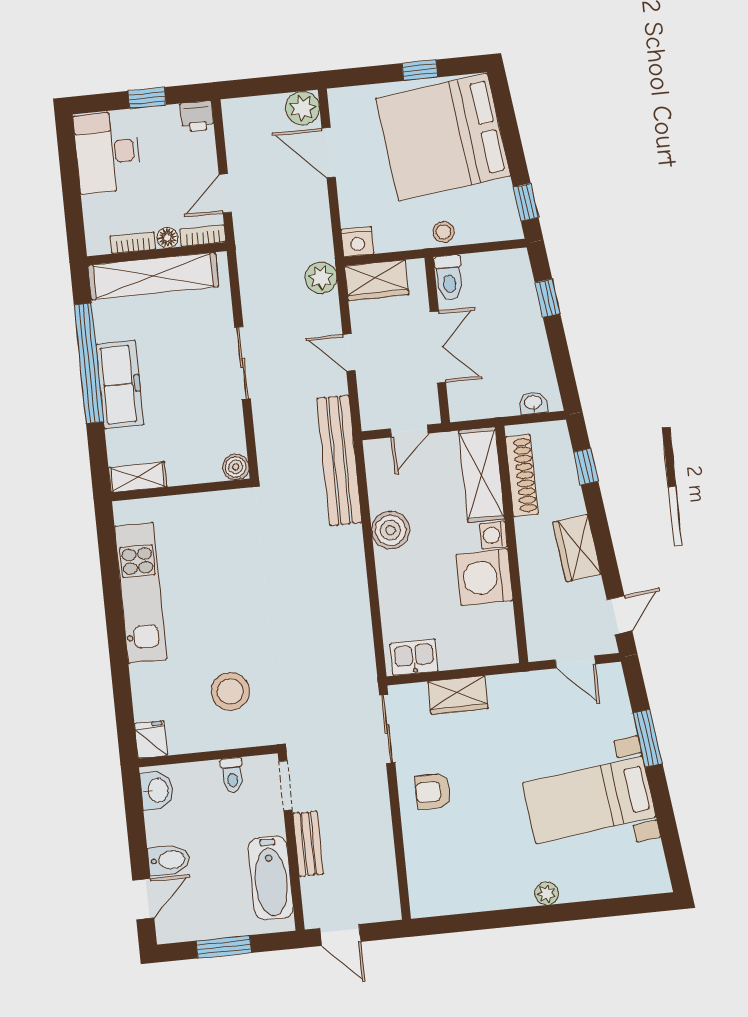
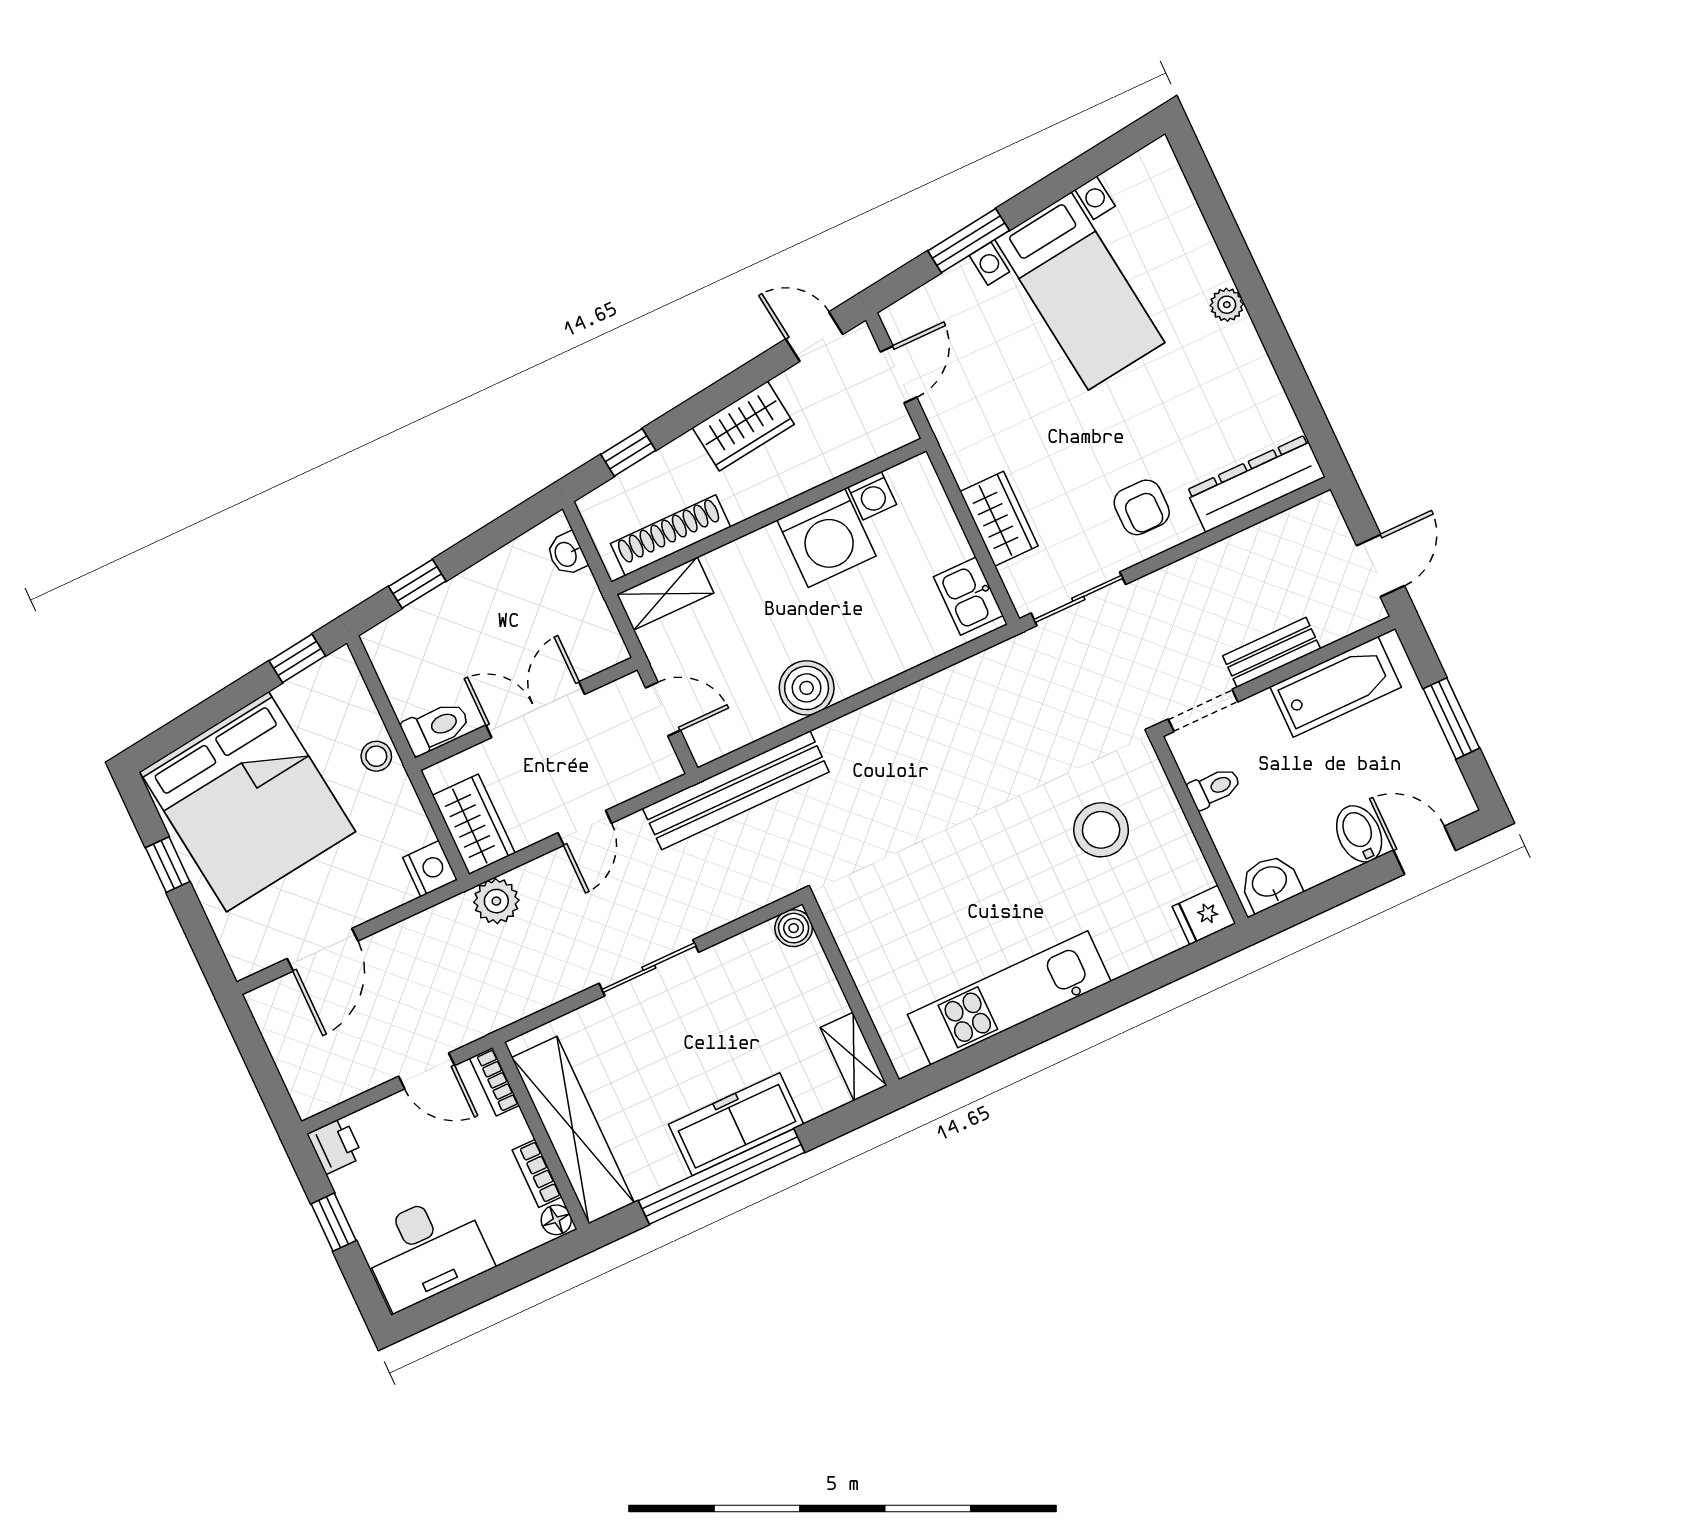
plant: (303, 108) -> (274, 1006), removed
floor lamp: (167, 238) -> (556, 1220), moved
shelving: (482, 475) -> (665, 594), width x0.67, depth x0.75
washing machine: (493, 535) -> (872, 496), moved
dresser: (423, 872) -> (1256, 484), added

